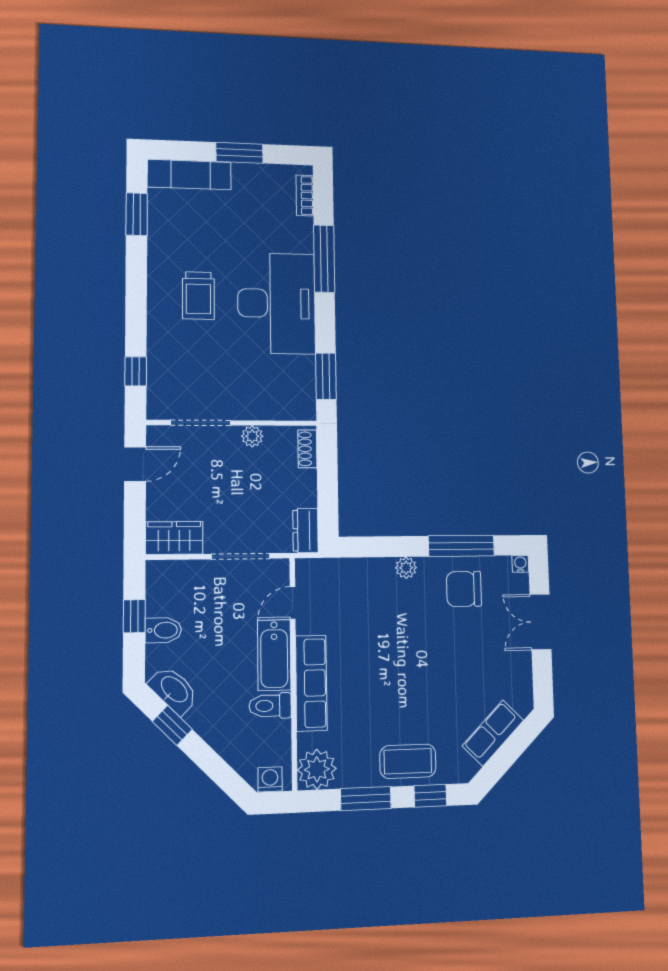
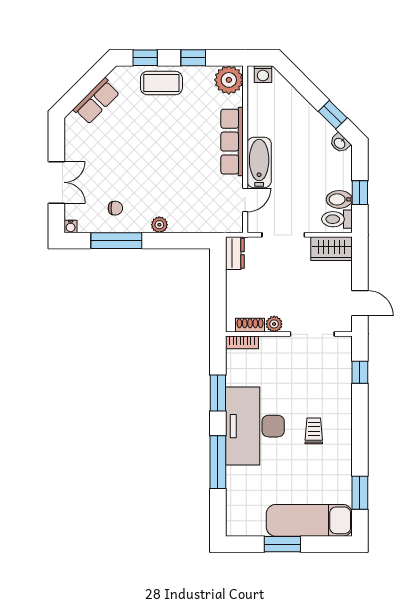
exam couch: (189, 175) -> (309, 520), width x1.36, depth x1.45
bookcase: (305, 196) -> (242, 342), moved, turned 90
trolley: (198, 296) -> (314, 431), width x0.73, depth x0.72
window: (326, 376) -> (218, 393), moved
shoe rack: (307, 449) -> (250, 325), moved, turned -90
door: (135, 464) -> (360, 303), swing flipped
chair: (464, 589) -> (115, 208), width x0.54, depth x0.54
bidet: (163, 630) -> (339, 199), moved
washbasin: (174, 690) -> (340, 143), width x0.52, depth x0.69
toilet: (270, 706) -> (337, 219), moved, turned 180
window: (366, 799) -> (193, 58), width x0.67

